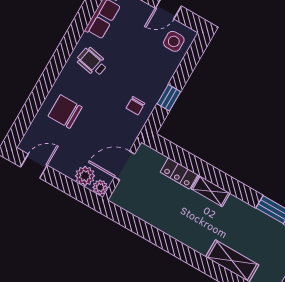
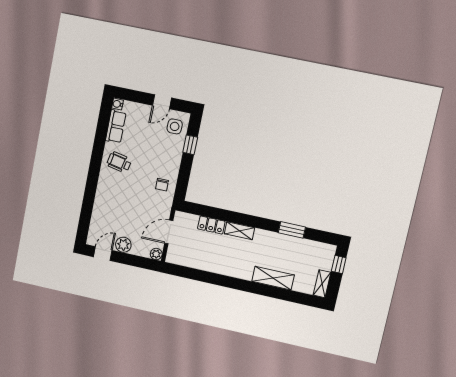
window: (169, 98) -> (190, 145), moved
chair: (65, 112) -> (112, 206), removed
plant: (85, 176) -> (123, 245), moved

